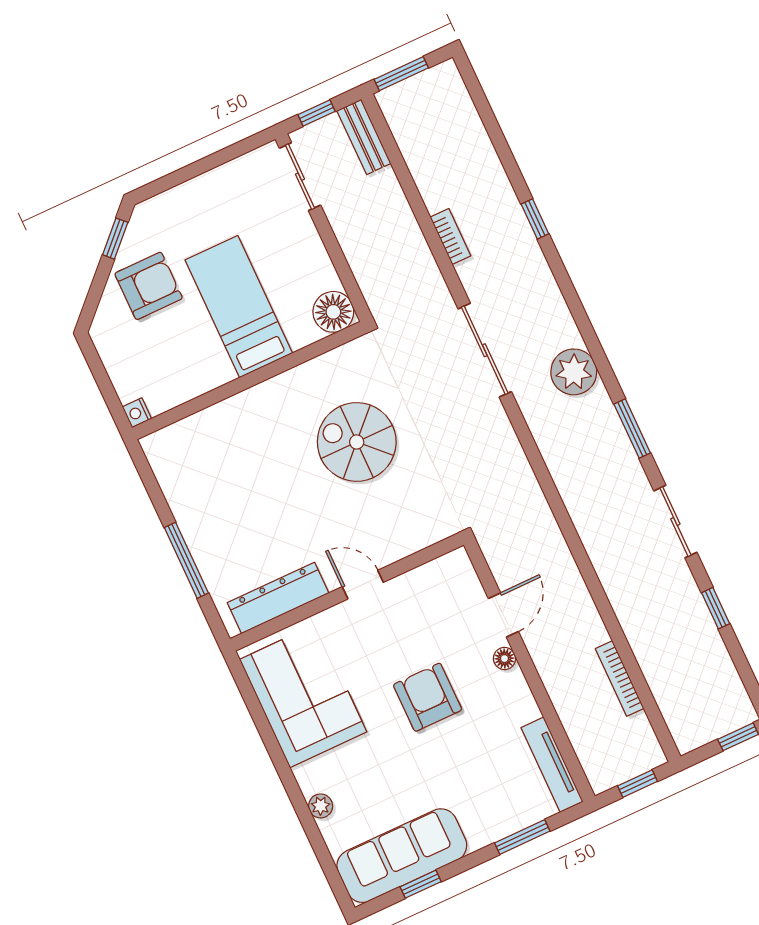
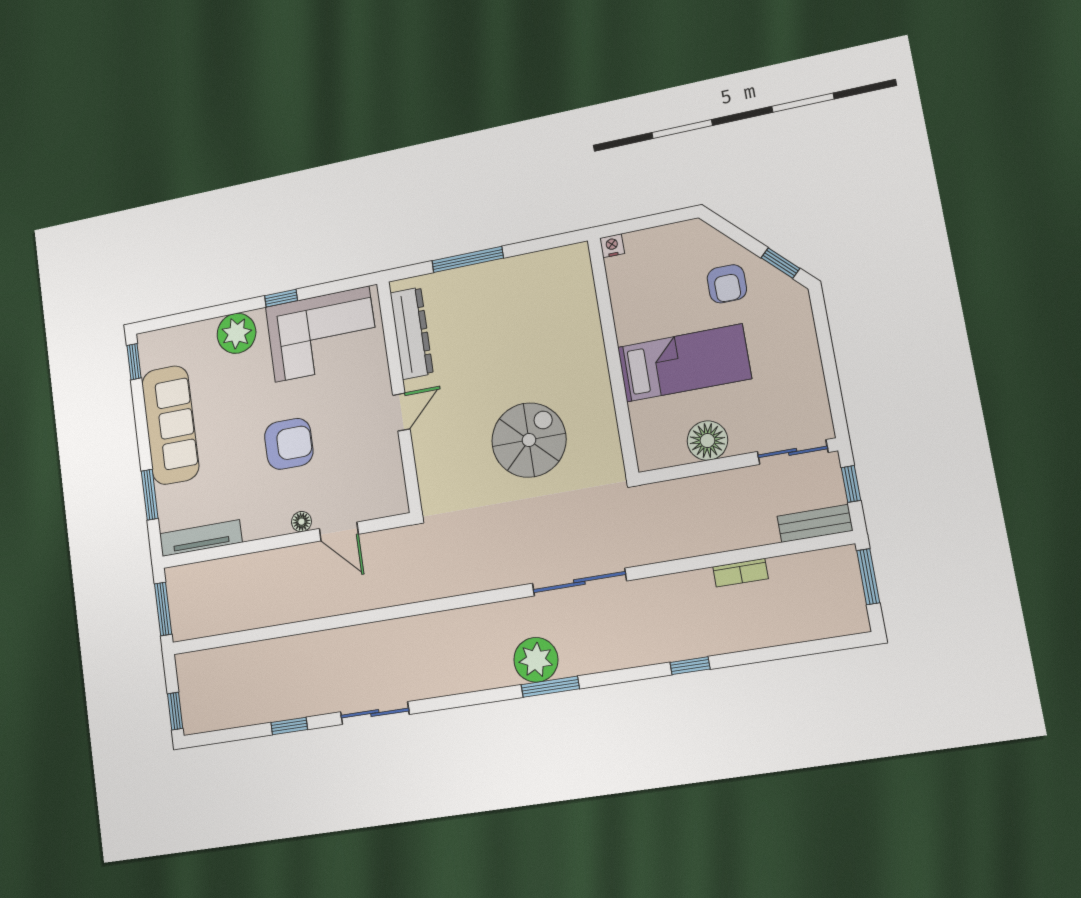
bookcase: (450, 237) -> (740, 573), moved
armchair: (149, 286) -> (727, 284), width x0.72, depth x0.72
floor lamp: (333, 312) -> (707, 441), moved
window: (632, 428) -> (550, 687), moved
bookcase: (620, 679) -> (255, 620), removed
window: (276, 753) -> (281, 298), added
window: (637, 784) -> (163, 609), width x1.50
plant: (321, 806) -> (236, 333), width x1.88, depth x1.88
sofa: (402, 856) -> (170, 425), moved
window: (421, 884) -> (134, 362), moved

